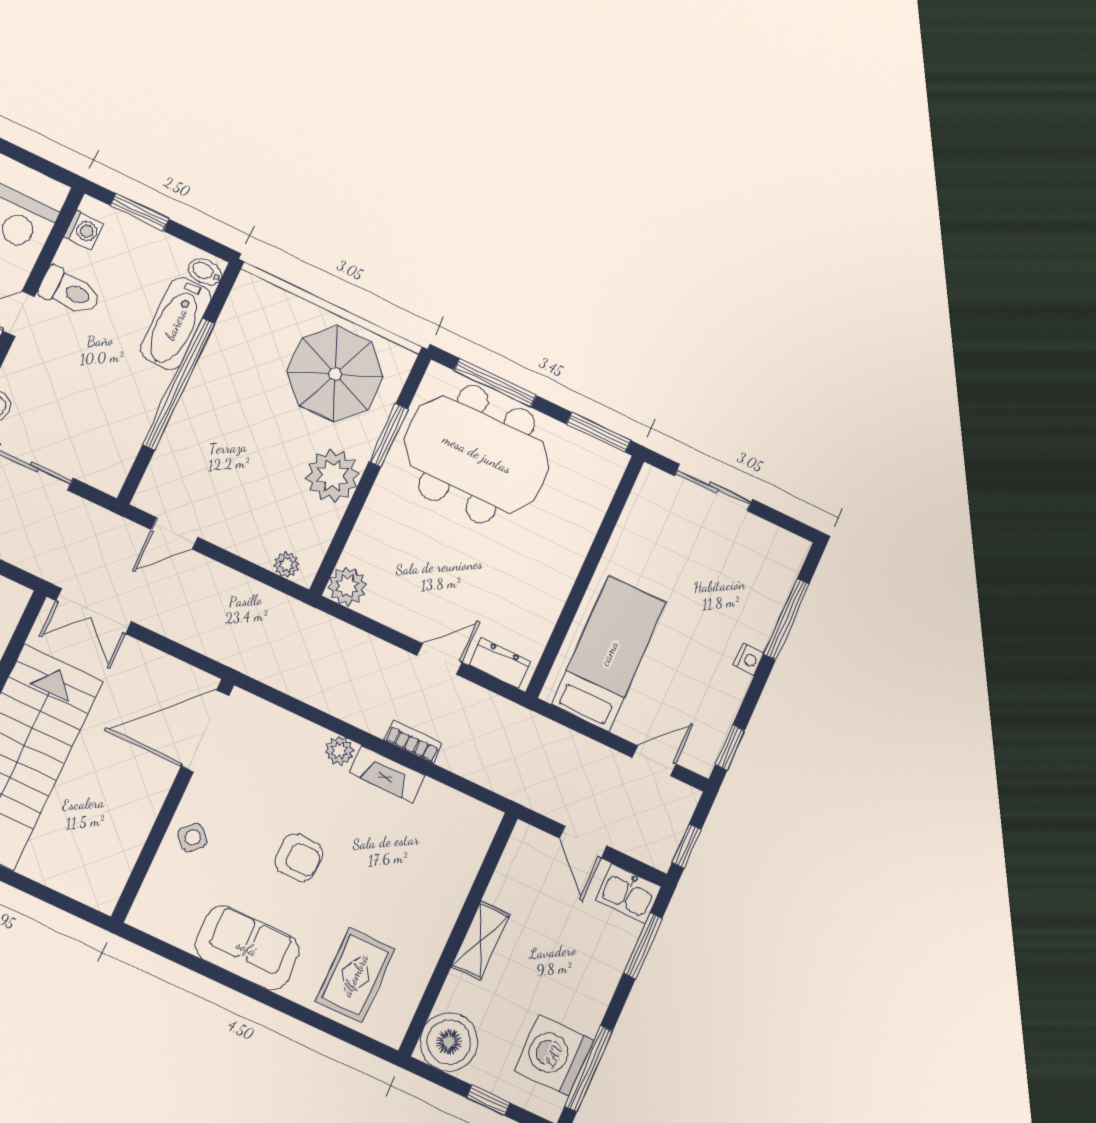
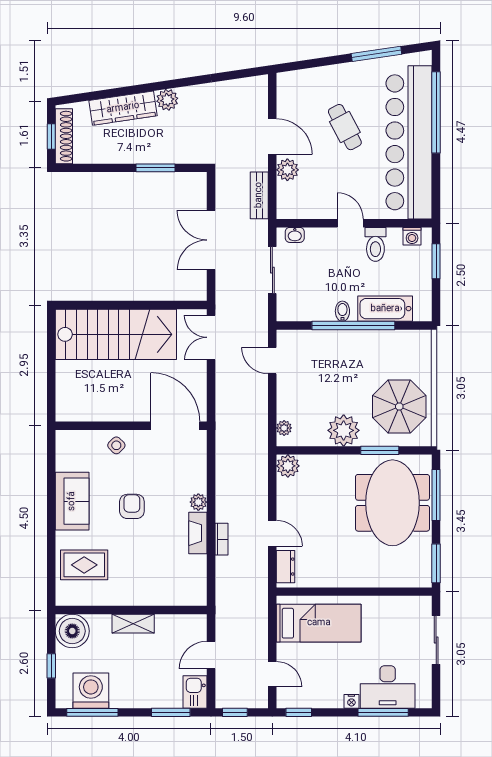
bidet: (205, 272) -> (342, 311), moved
desk: (751, 594) -> (388, 687), added
armchair: (299, 858) -> (132, 506), turned 180

